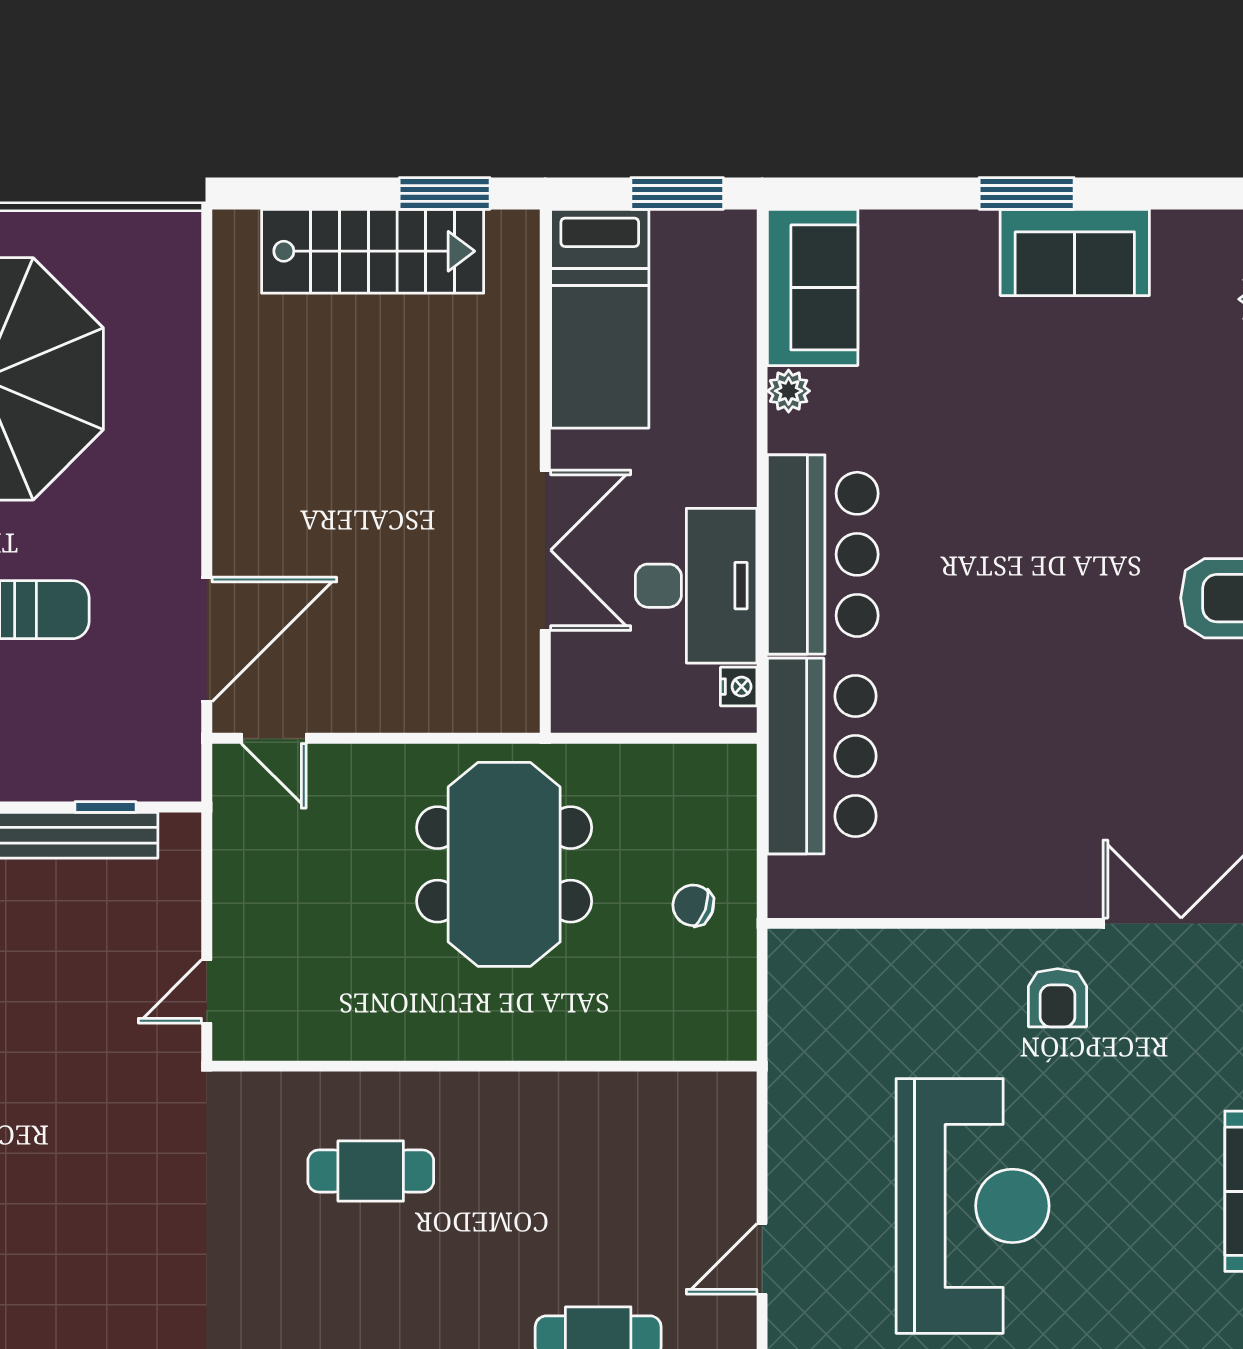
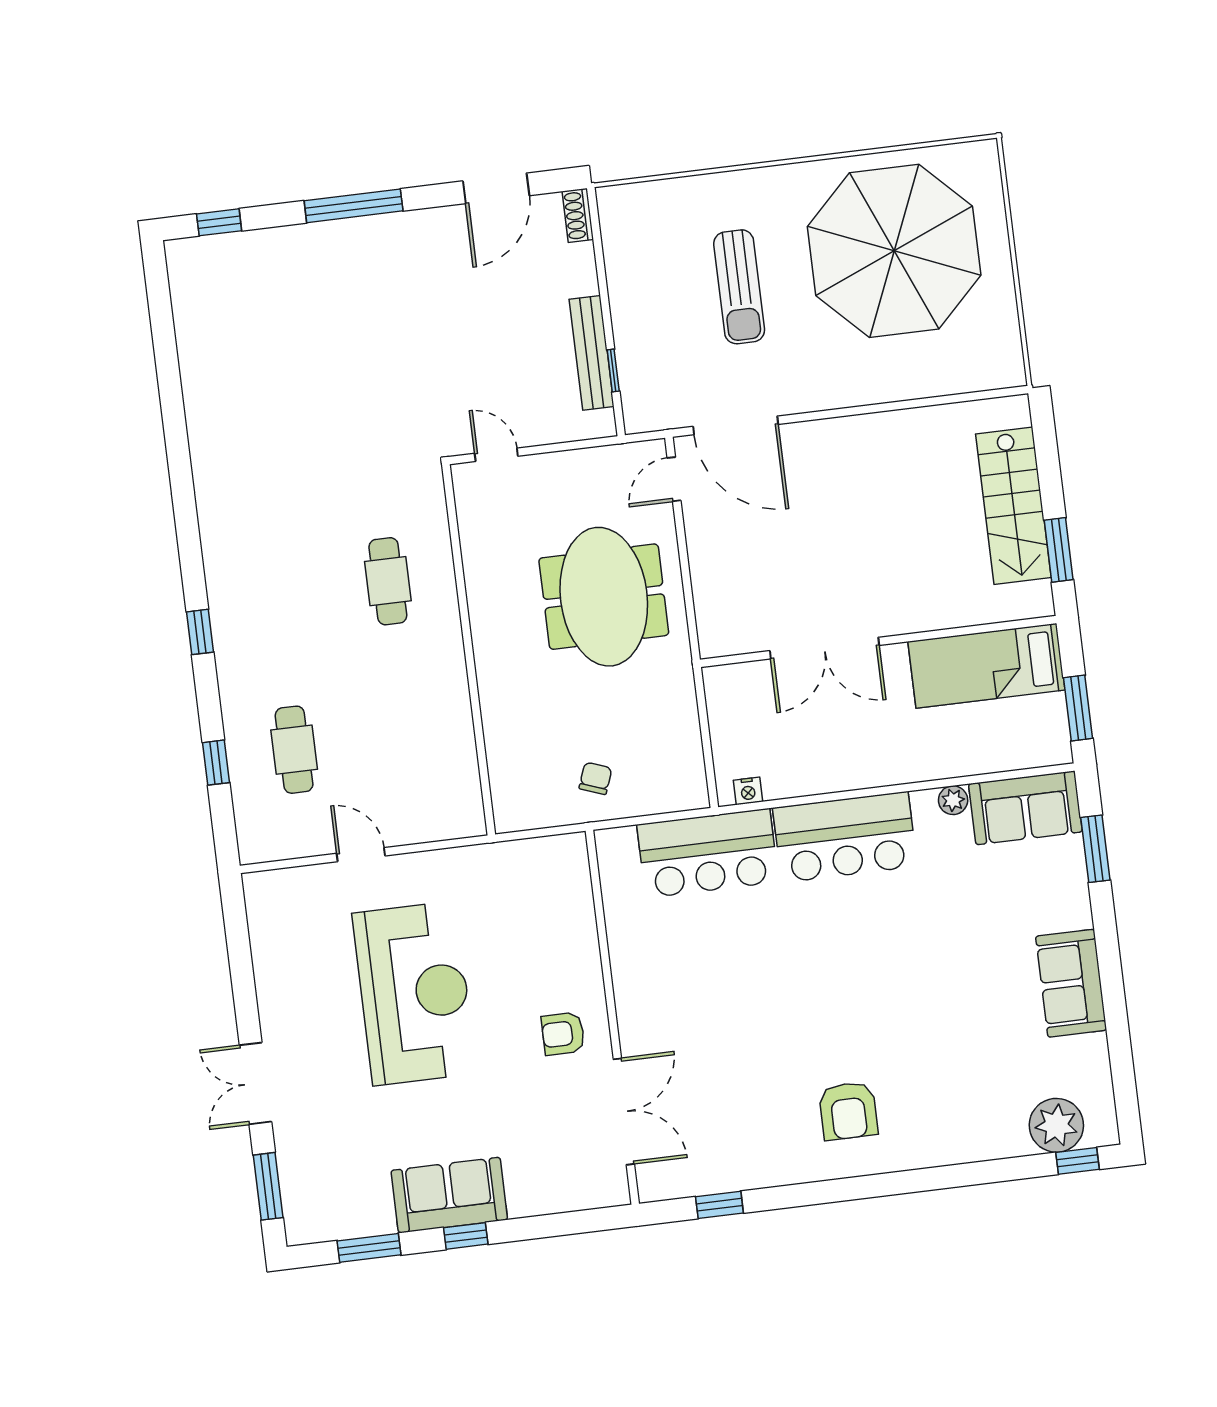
window: (1027, 193) -> (1095, 849), moved
desk: (696, 586) -> (813, 754), removed
meeting table: (504, 864) -> (604, 597), moved, turned 90
reception desk: (973, 1206) -> (414, 993), turned -90

